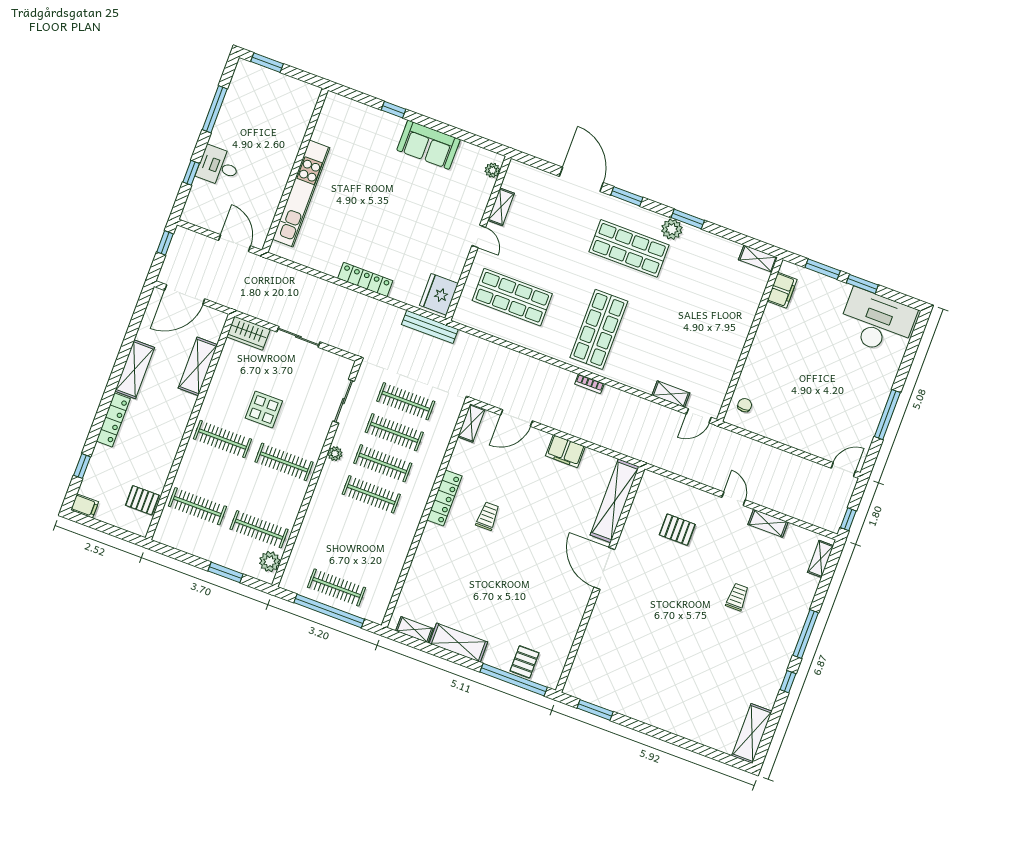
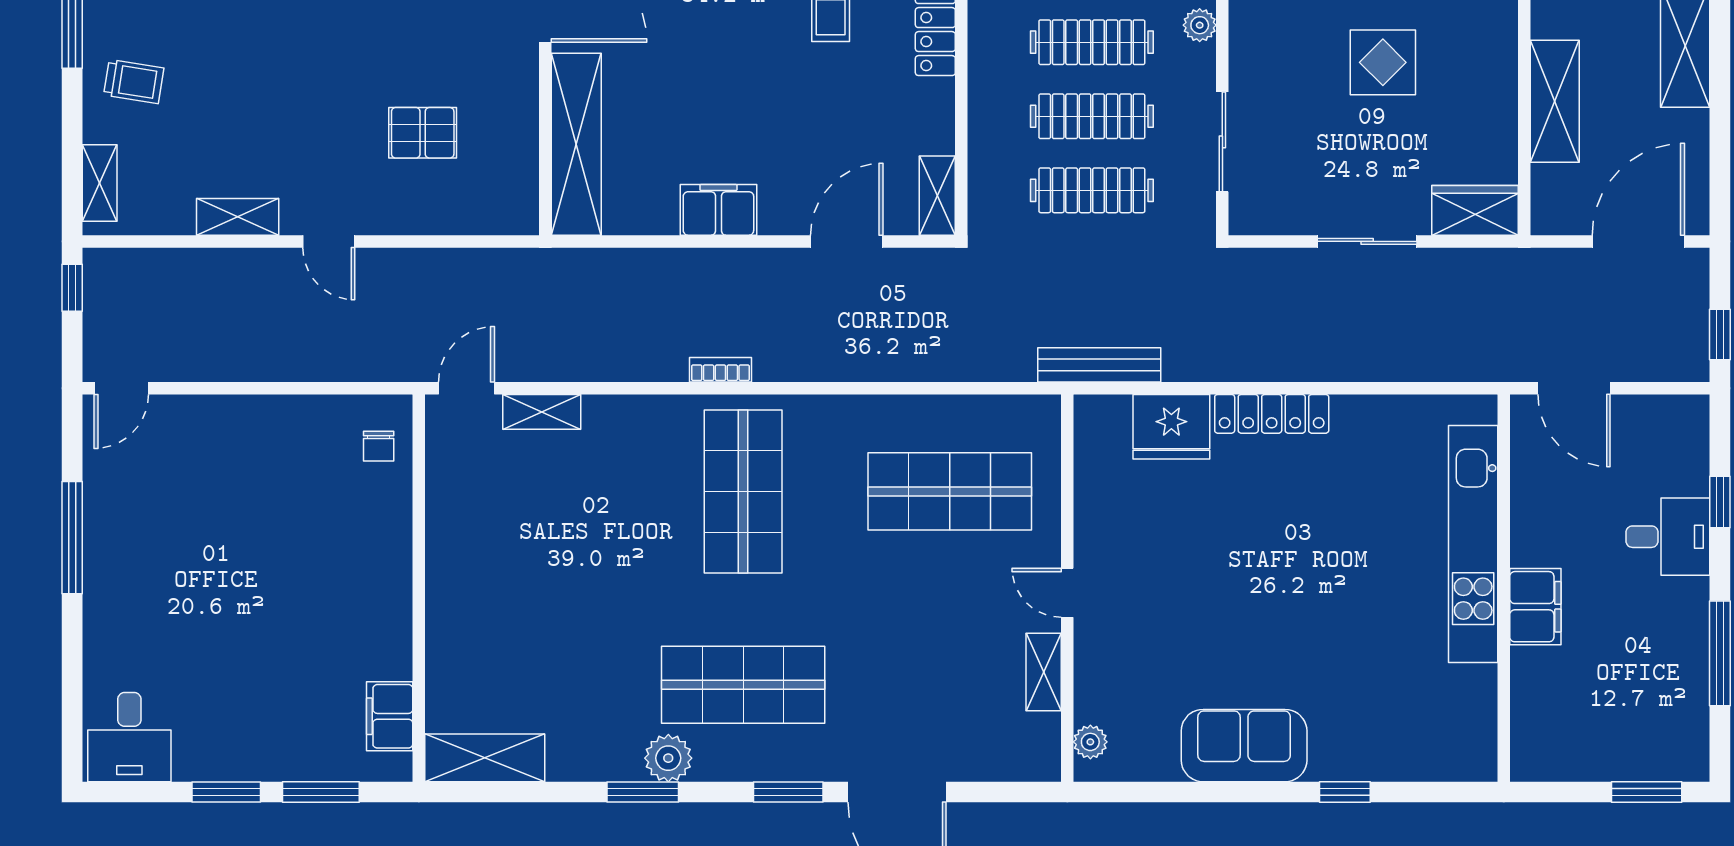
filing cabinet: (285, 158) -> (1535, 607), added
shelving: (758, 259) -> (485, 758), width x1.50, depth x1.33
fridge: (439, 294) -> (1171, 427), moved, turned 90
desk: (877, 322) -> (129, 737), width x0.53, depth x0.77
trolley: (737, 597) -> (134, 81), moved, turned -81

